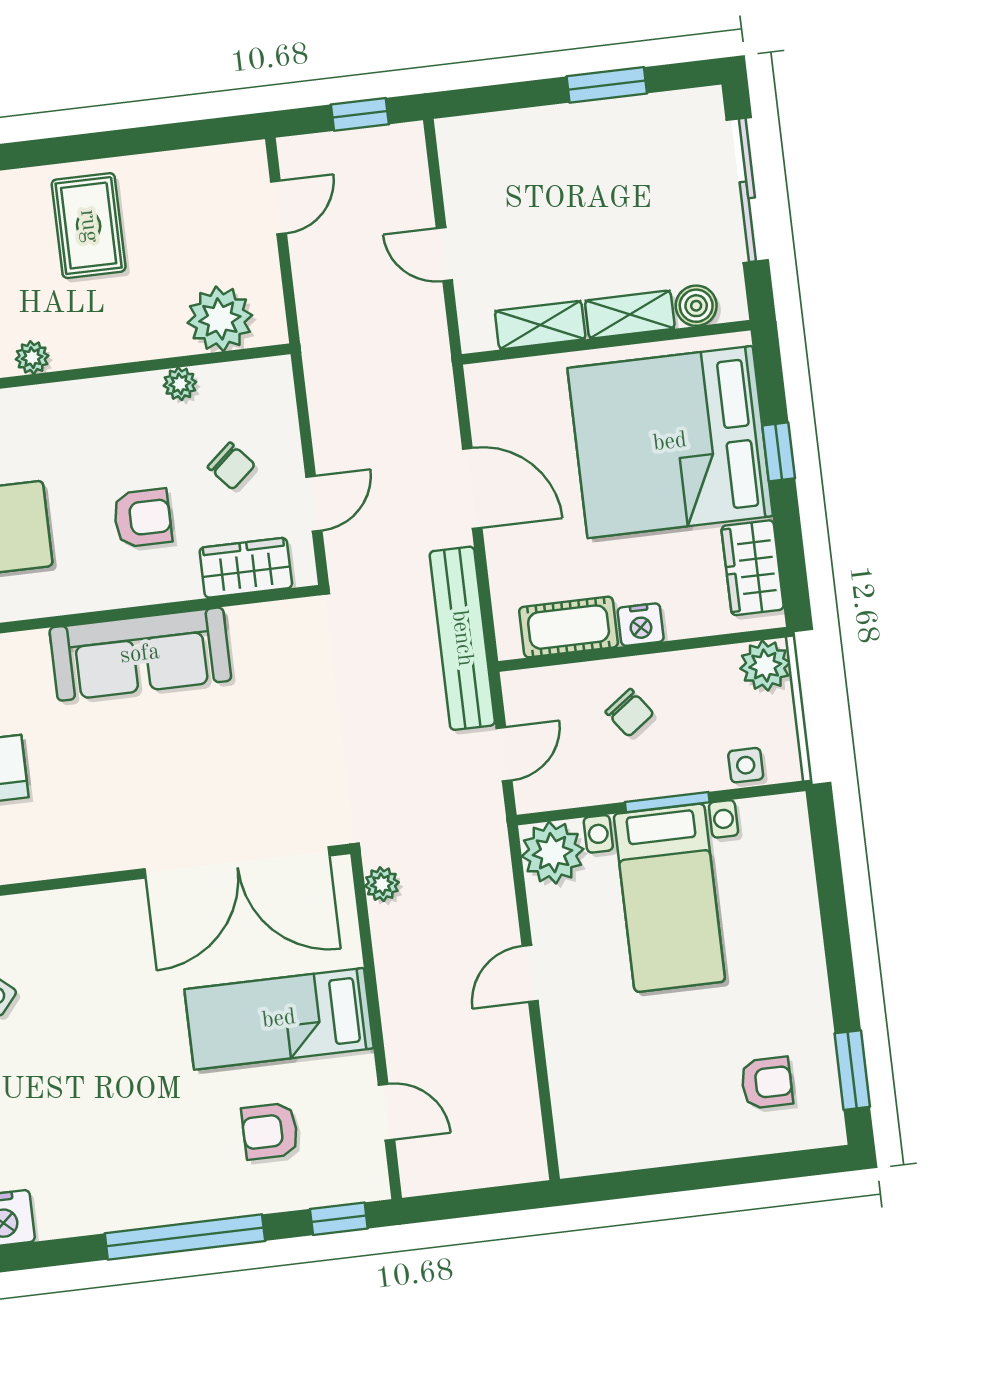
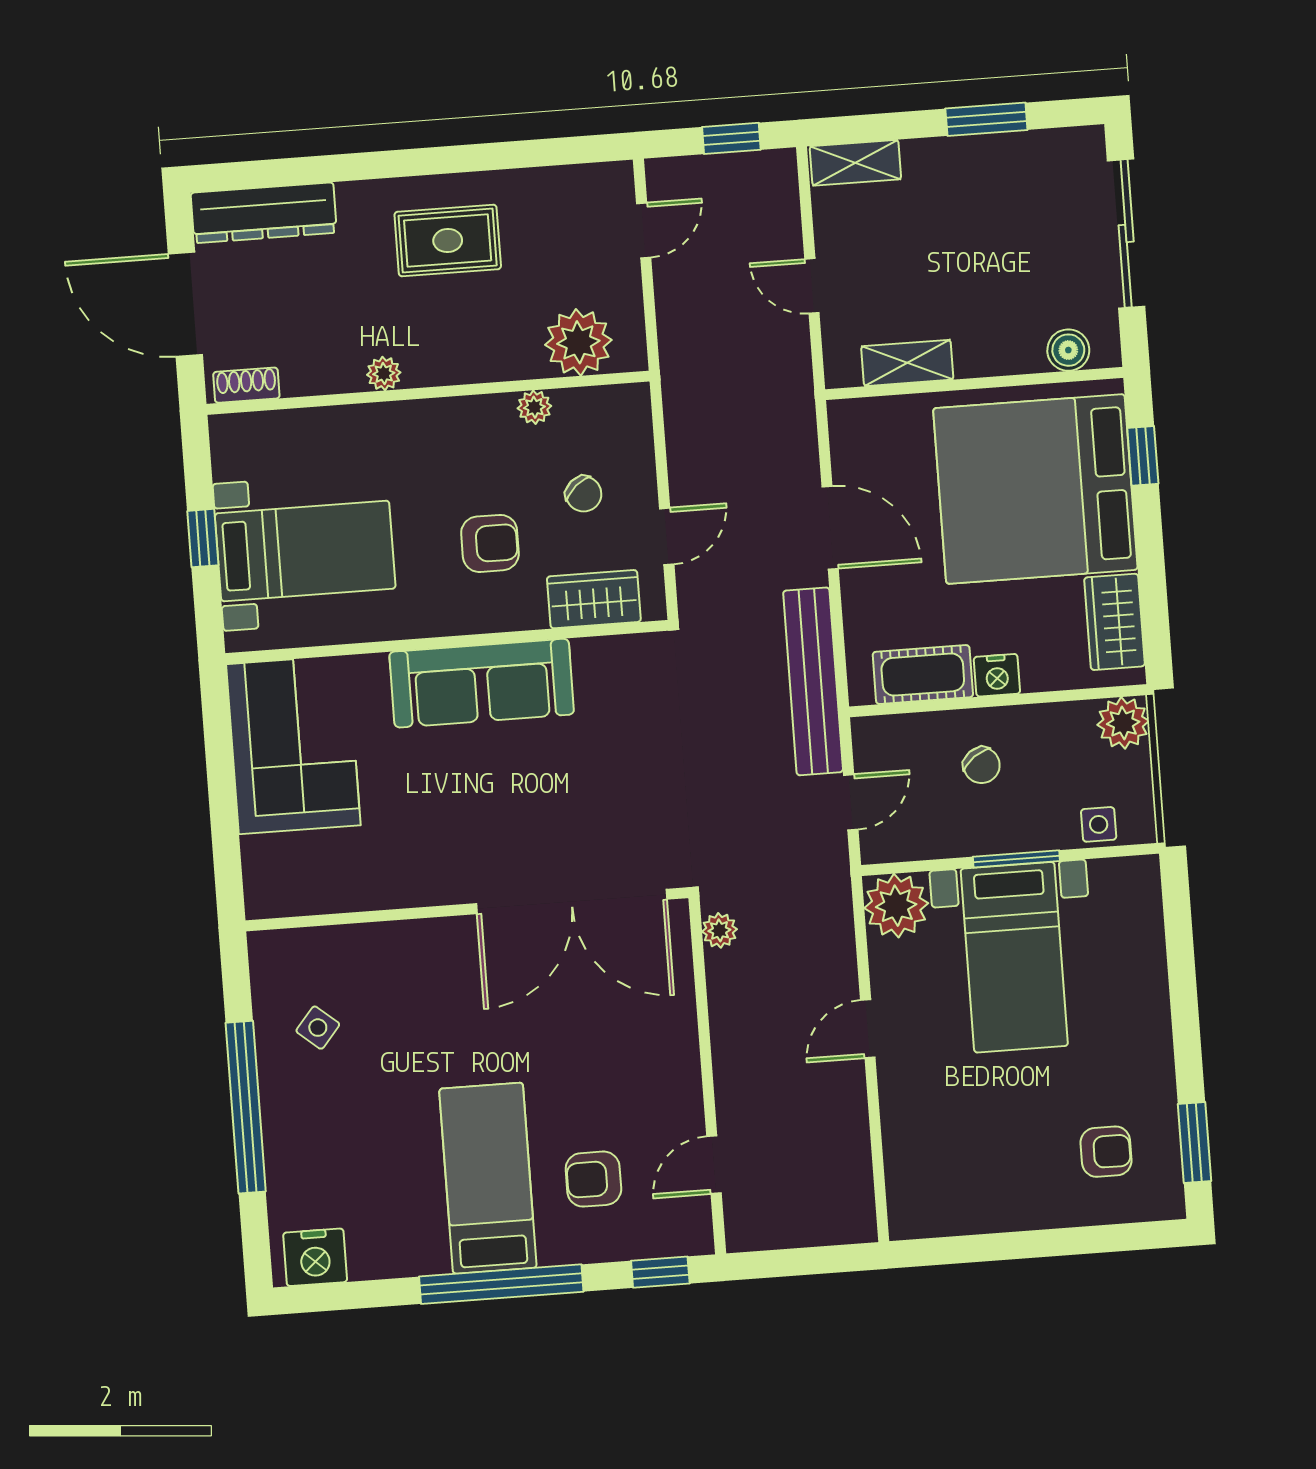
rug: (89, 226) -> (448, 241), turned 90
shelving: (630, 315) -> (855, 163), moved
window: (779, 452) -> (1143, 456), moved
bed: (279, 1019) -> (488, 1178), moved, turned 90
door: (386, 1112) -> (714, 1165), swing flipped

